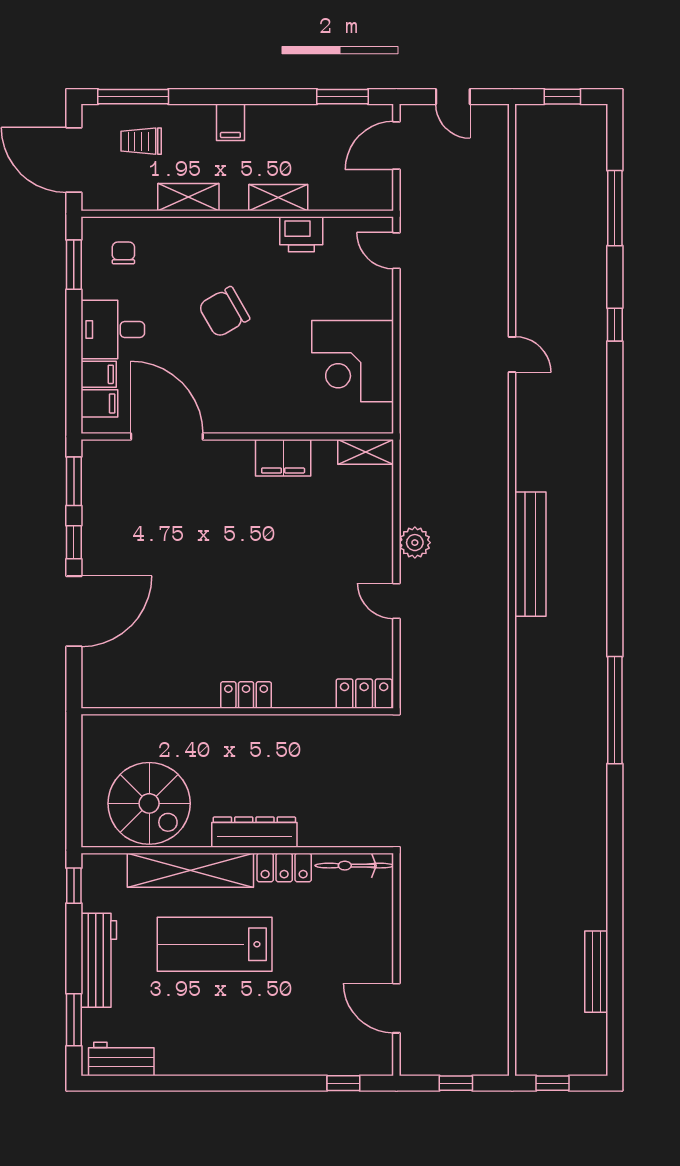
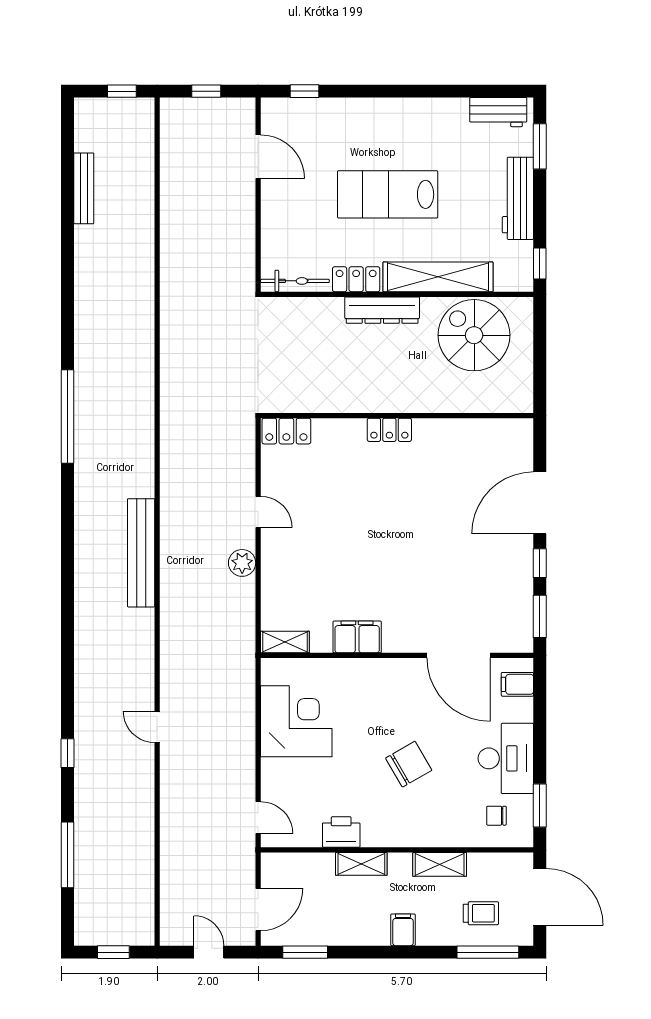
chair: (123, 253) -> (496, 816), turned 90
desk: (113, 329) -> (506, 758), width x1.37
filing cabinet: (99, 374) -> (518, 710), removed
lab bench: (215, 944) -> (388, 194), moved, turned 180

